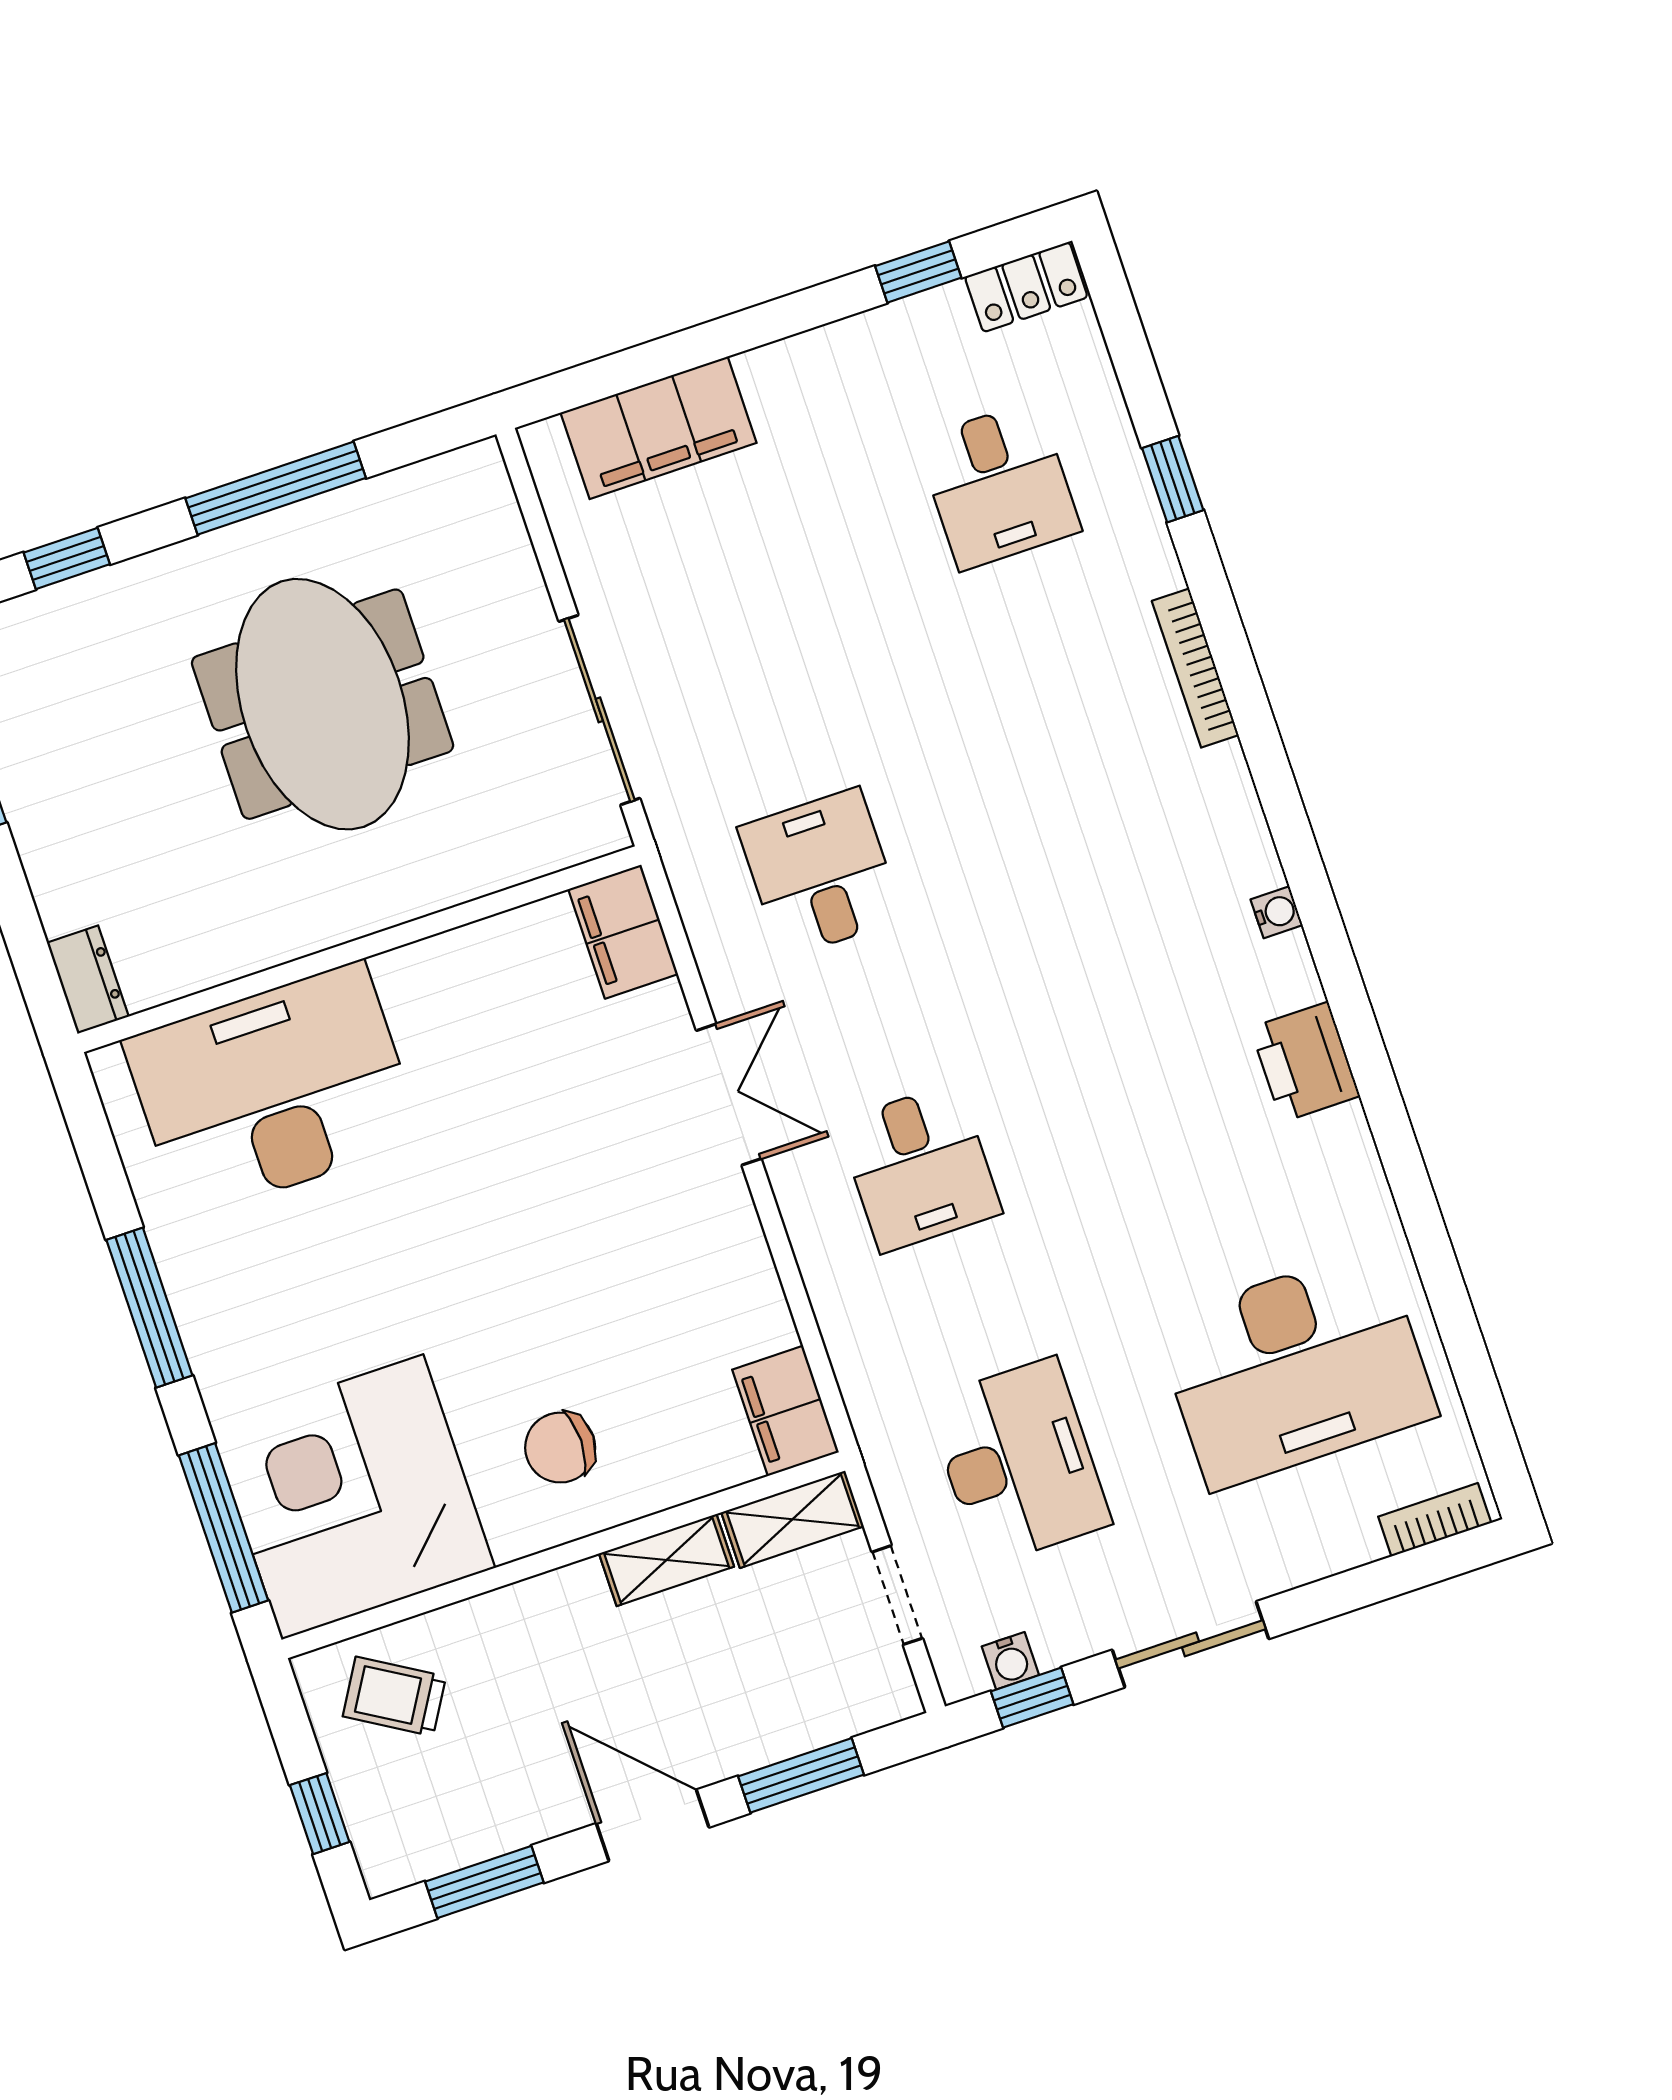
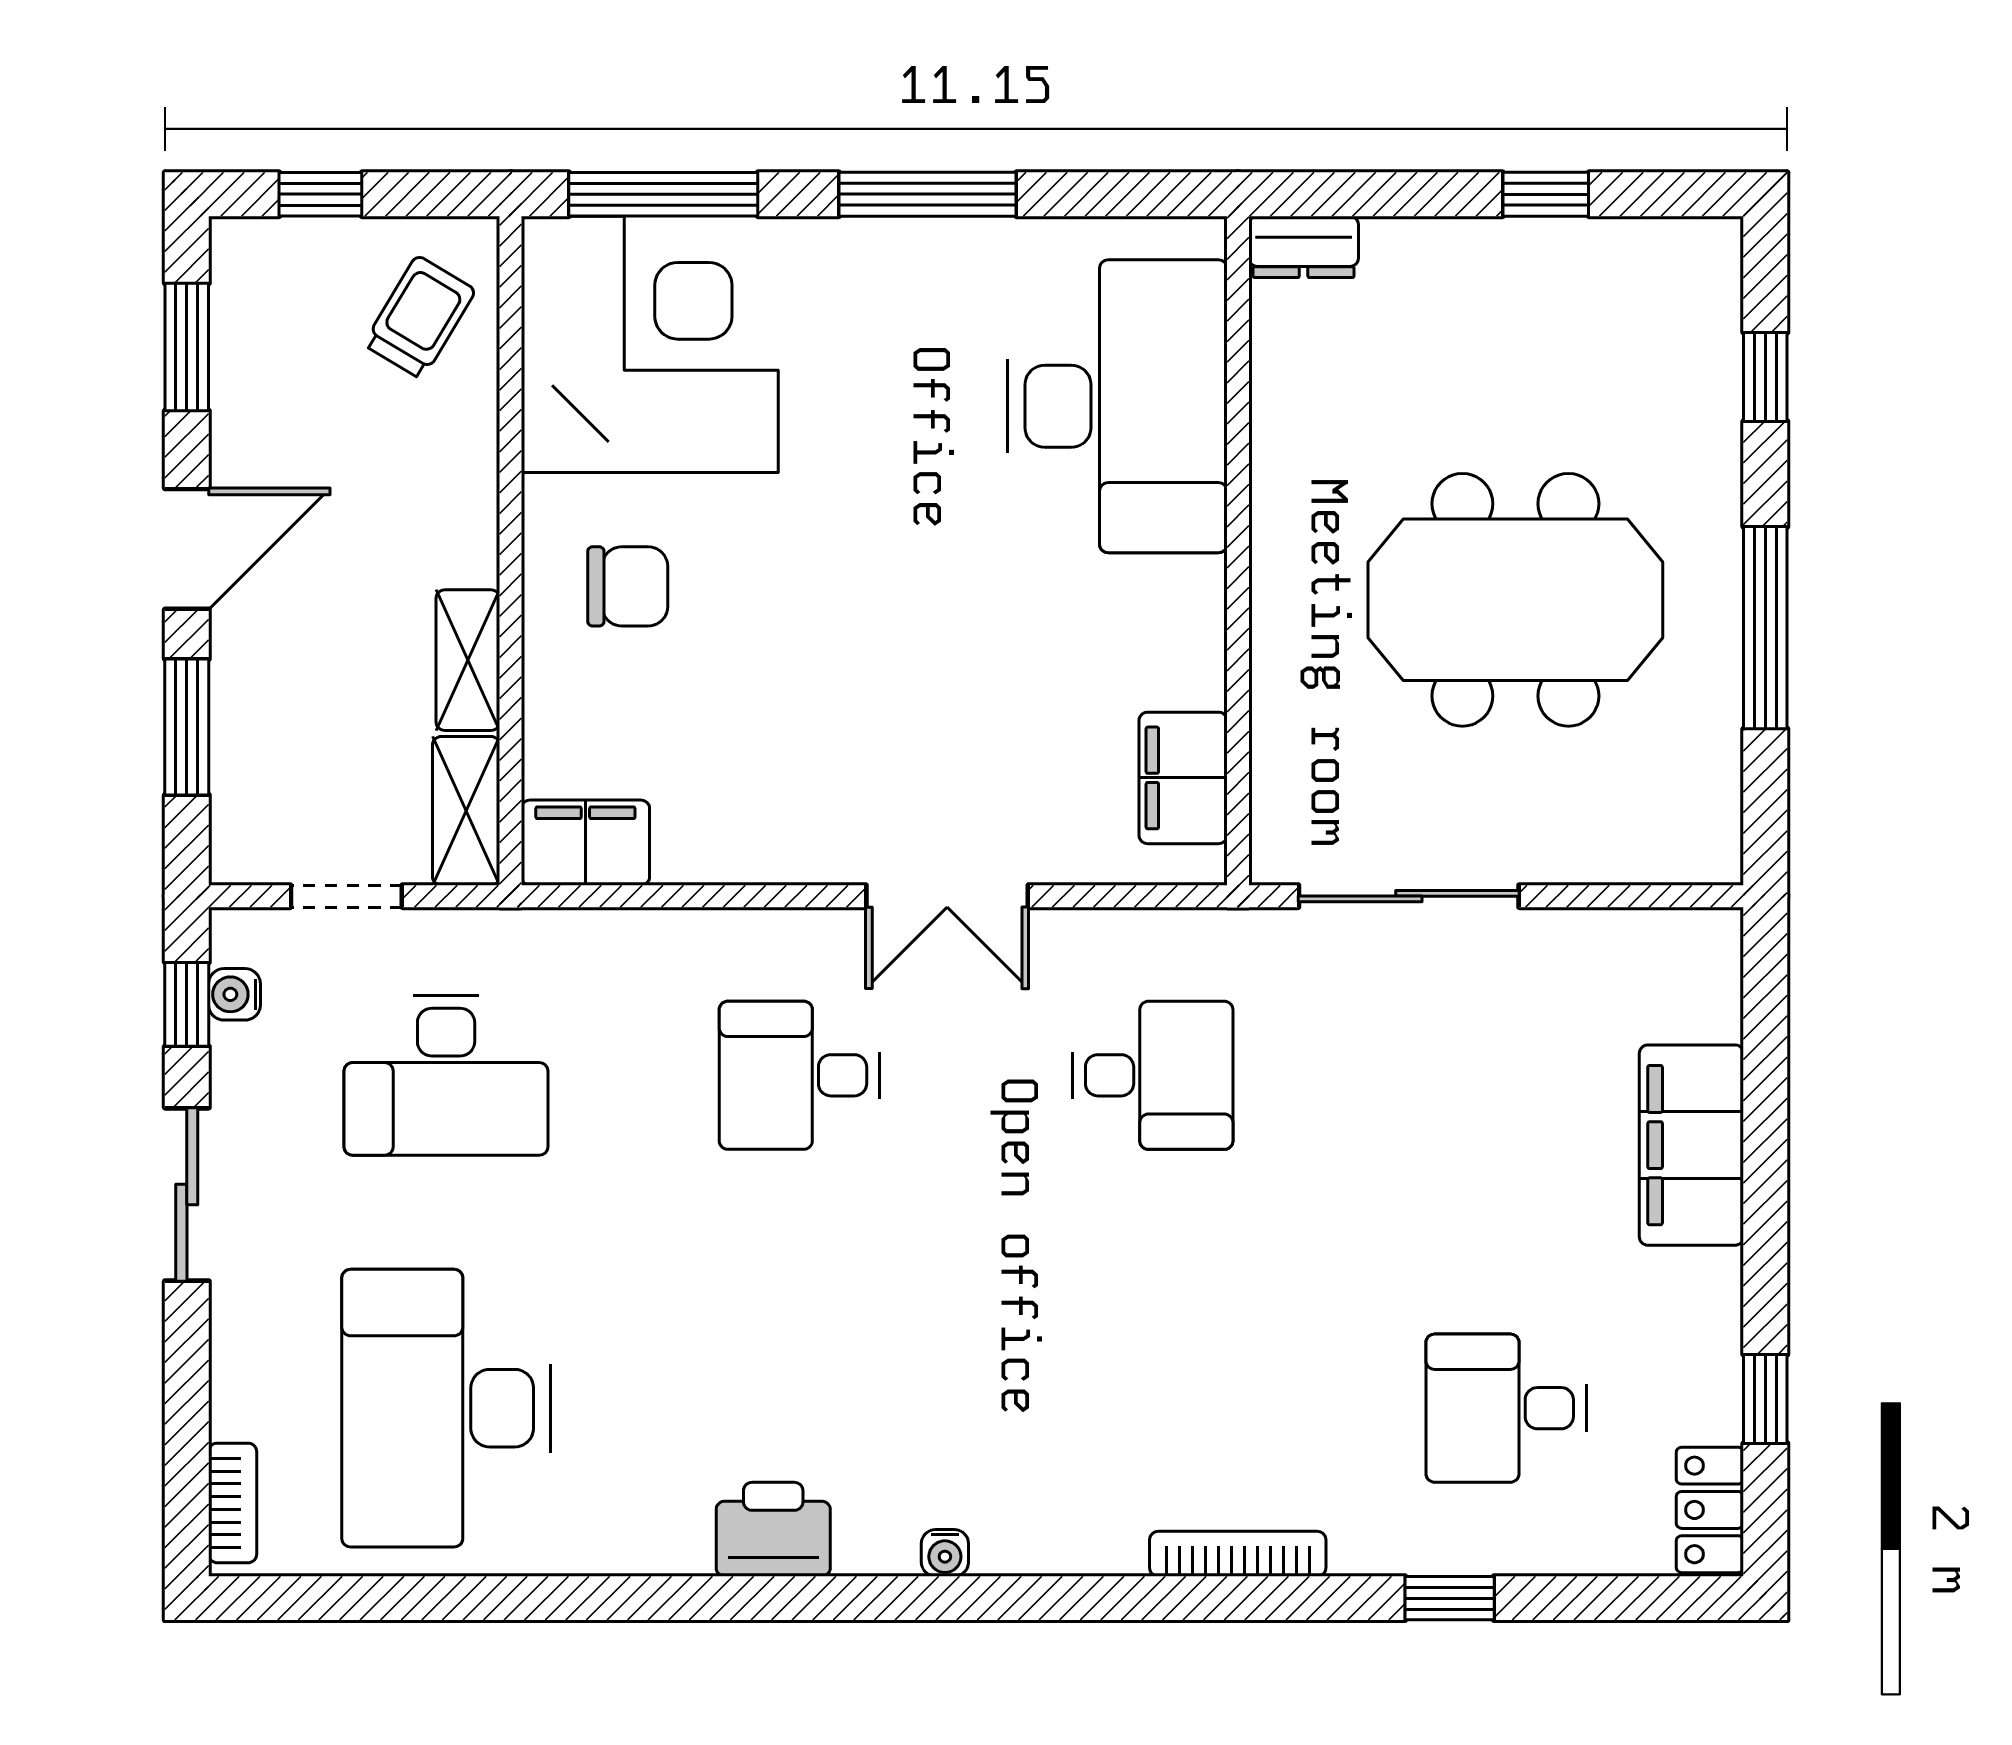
filing cabinet: (659, 428) -> (1691, 1145), moved
filing cabinet: (623, 932) -> (1183, 778), moved, turned -90
chair: (560, 1448) -> (628, 586), turned 90

